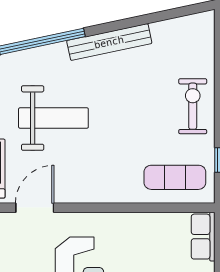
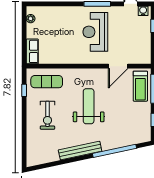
exercise bike: (193, 106) -> (47, 115), moved
weight bench: (53, 118) -> (89, 106), moved, turned 90

